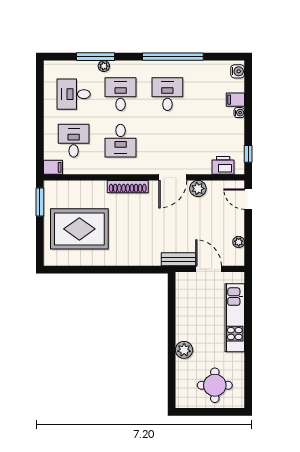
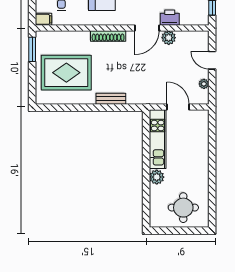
printer: (223, 165) -> (170, 18), moved
door: (248, 199) -> (212, 60), moved
bench: (178, 259) -> (111, 99), moved
kitchen unit: (235, 318) -> (158, 139), moved, turned 180

